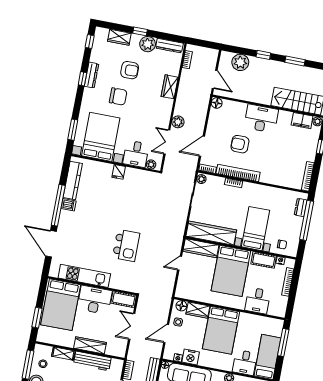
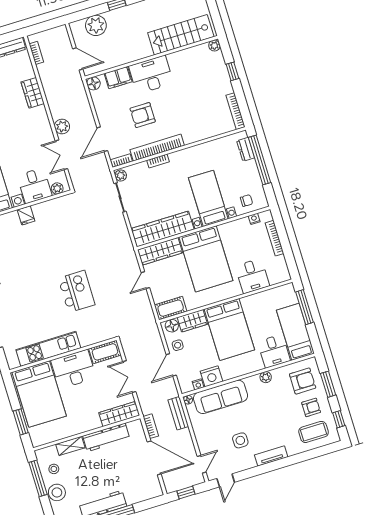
filing cabinet: (302, 121) -> (118, 78), moved
cot: (264, 260) -> (171, 308), moved
wardrobe: (90, 345) -> (119, 414), moved

